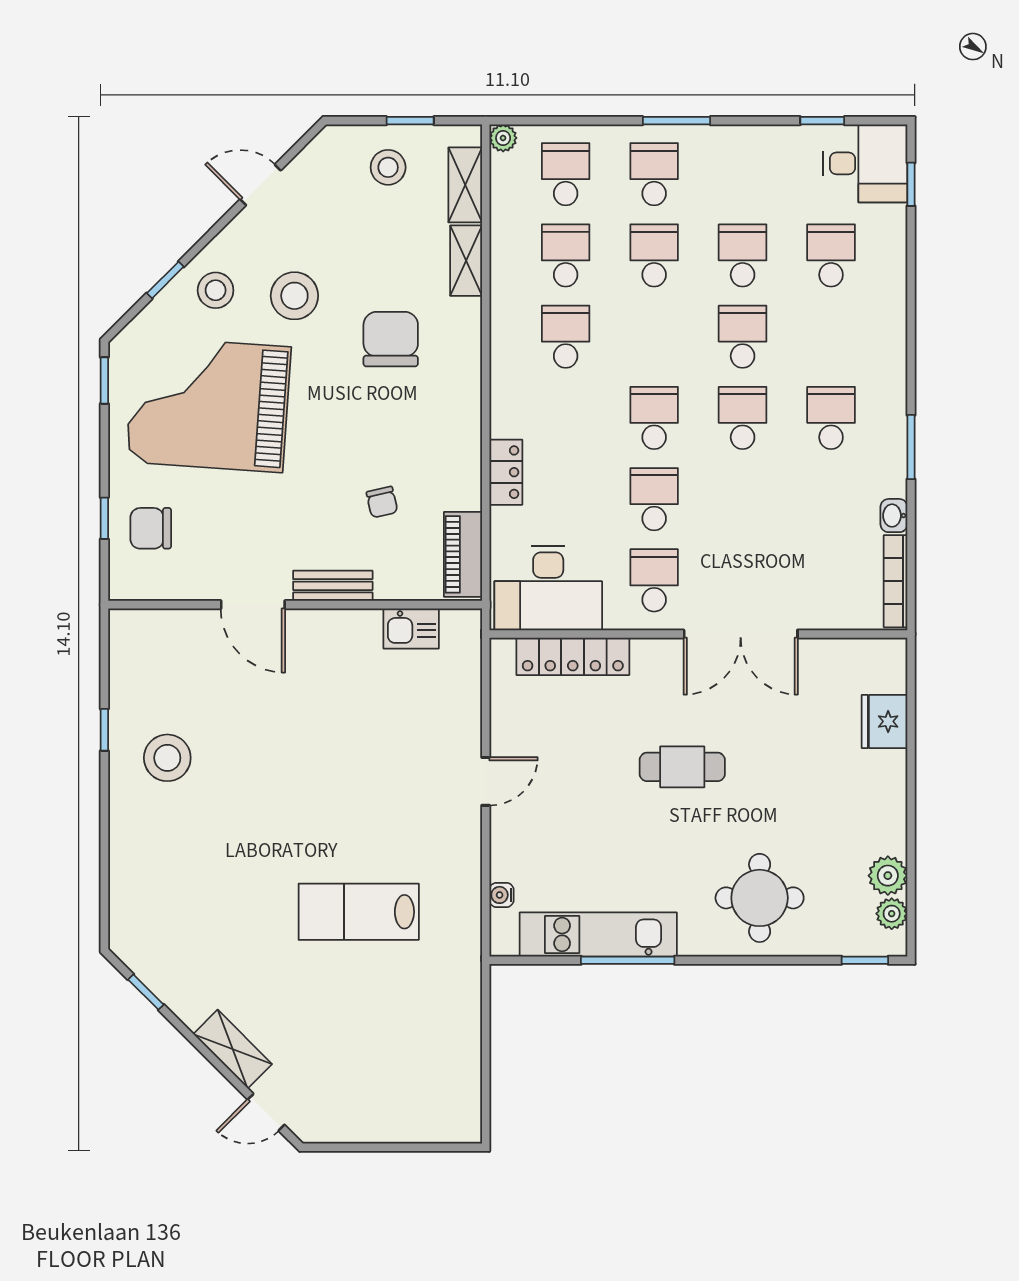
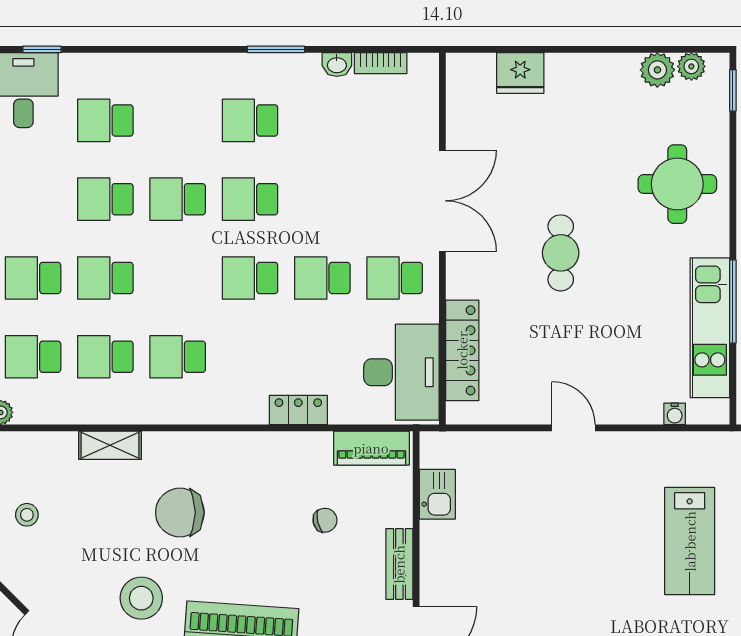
stool: (388, 167) -> (27, 515), width x0.73, depth x0.73
shelving: (465, 185) -> (43, 446), removed
bookcase: (896, 581) -> (381, 63), width x0.64

